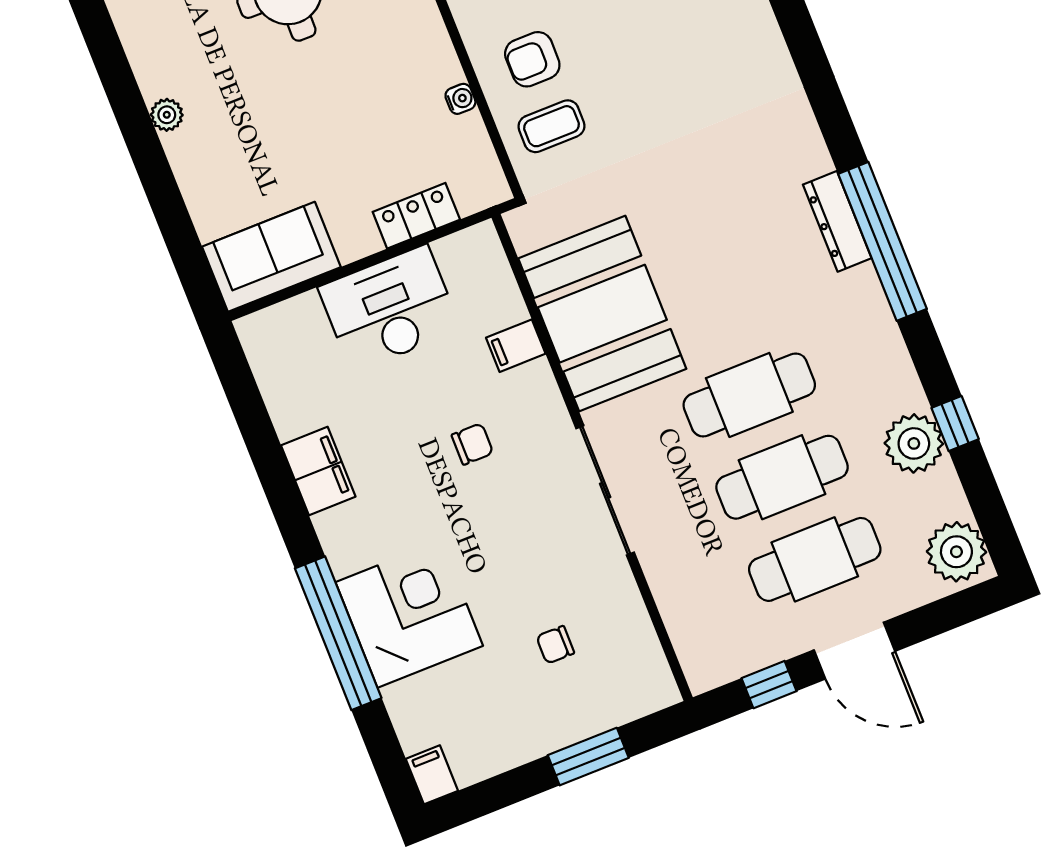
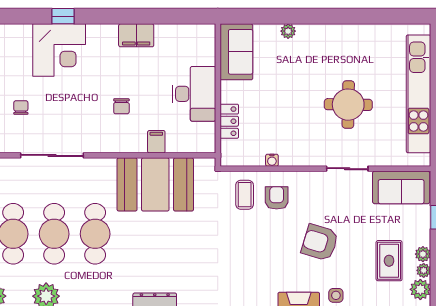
plant: (167, 115) -> (288, 31), moved
sliding door: (605, 490) -> (52, 155), moved
window: (338, 633) -> (63, 16), width x0.32

